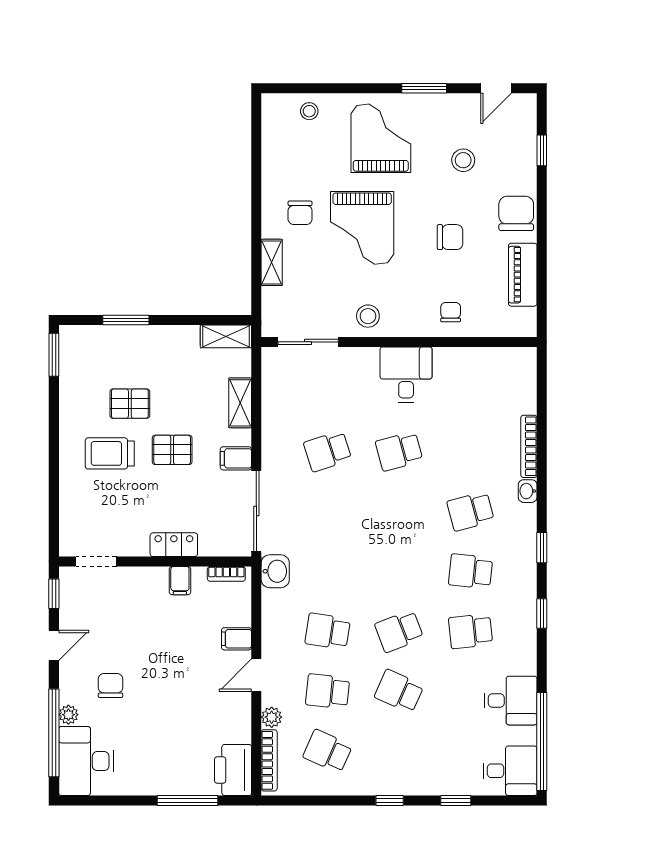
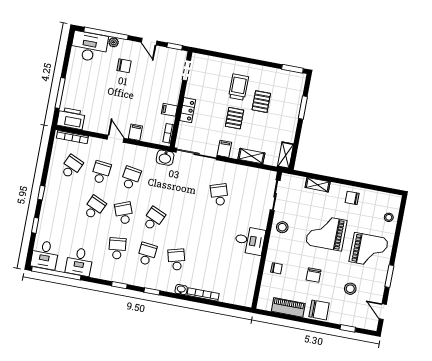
chair: (300, 213) -> (352, 198), moved
school desk: (399, 451) -> (154, 219), moved, turned 39
plant: (272, 717) -> (93, 142), removed

